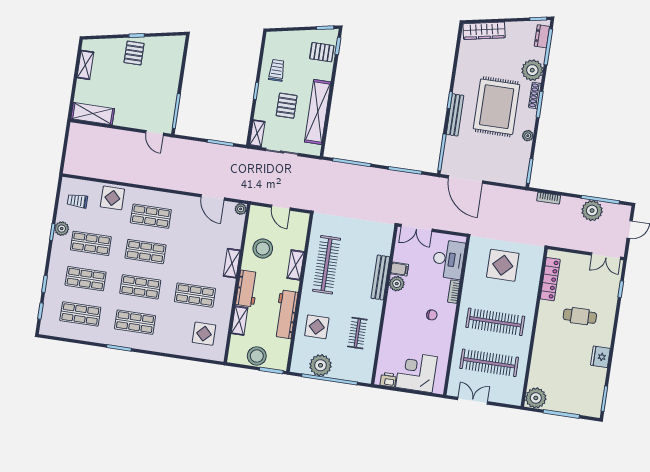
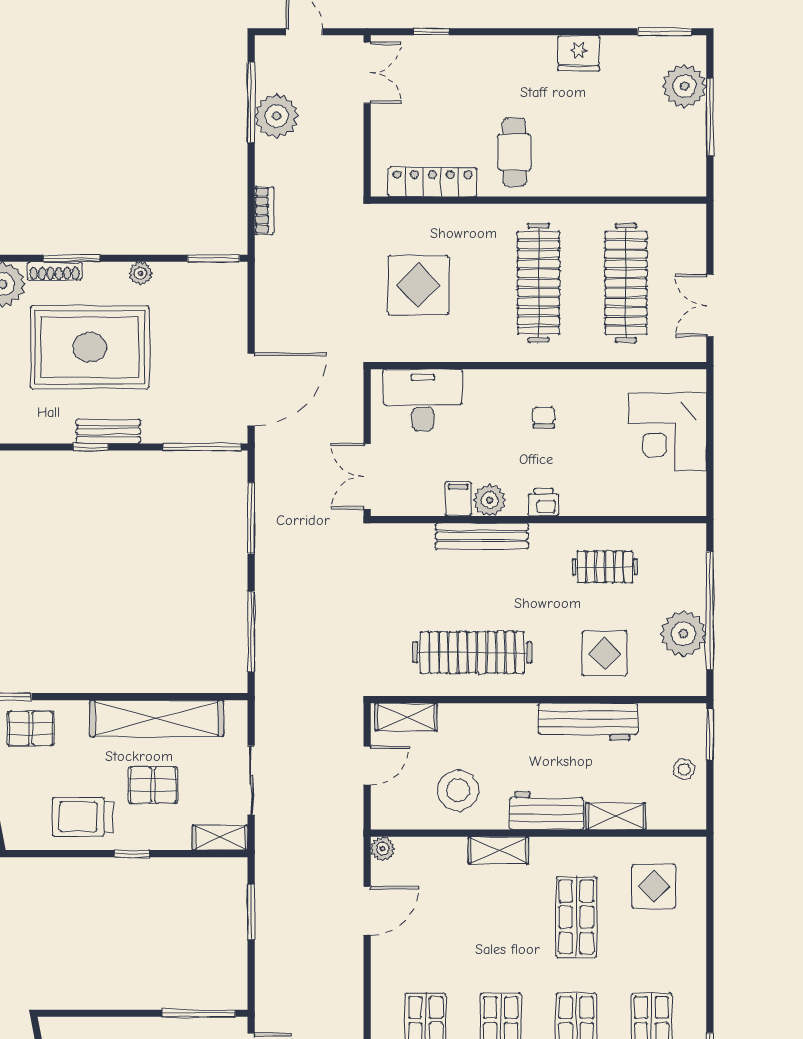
pallet: (322, 52) -> (31, 728), turned 90
trolley: (277, 70) -> (83, 817), width x1.36, depth x1.39
bench: (455, 115) -> (108, 431), width x0.73
double door: (417, 228) -> (367, 476), swing flipped
shelving: (296, 265) -> (406, 717), moved
bookcase: (454, 292) -> (489, 379), removed
cafe table: (580, 316) -> (514, 152), moved
stool: (257, 356) -> (684, 769), width x0.53, depth x0.53
printer: (388, 380) -> (543, 502), moved, turned 90
plant: (536, 398) -> (684, 86), moved

